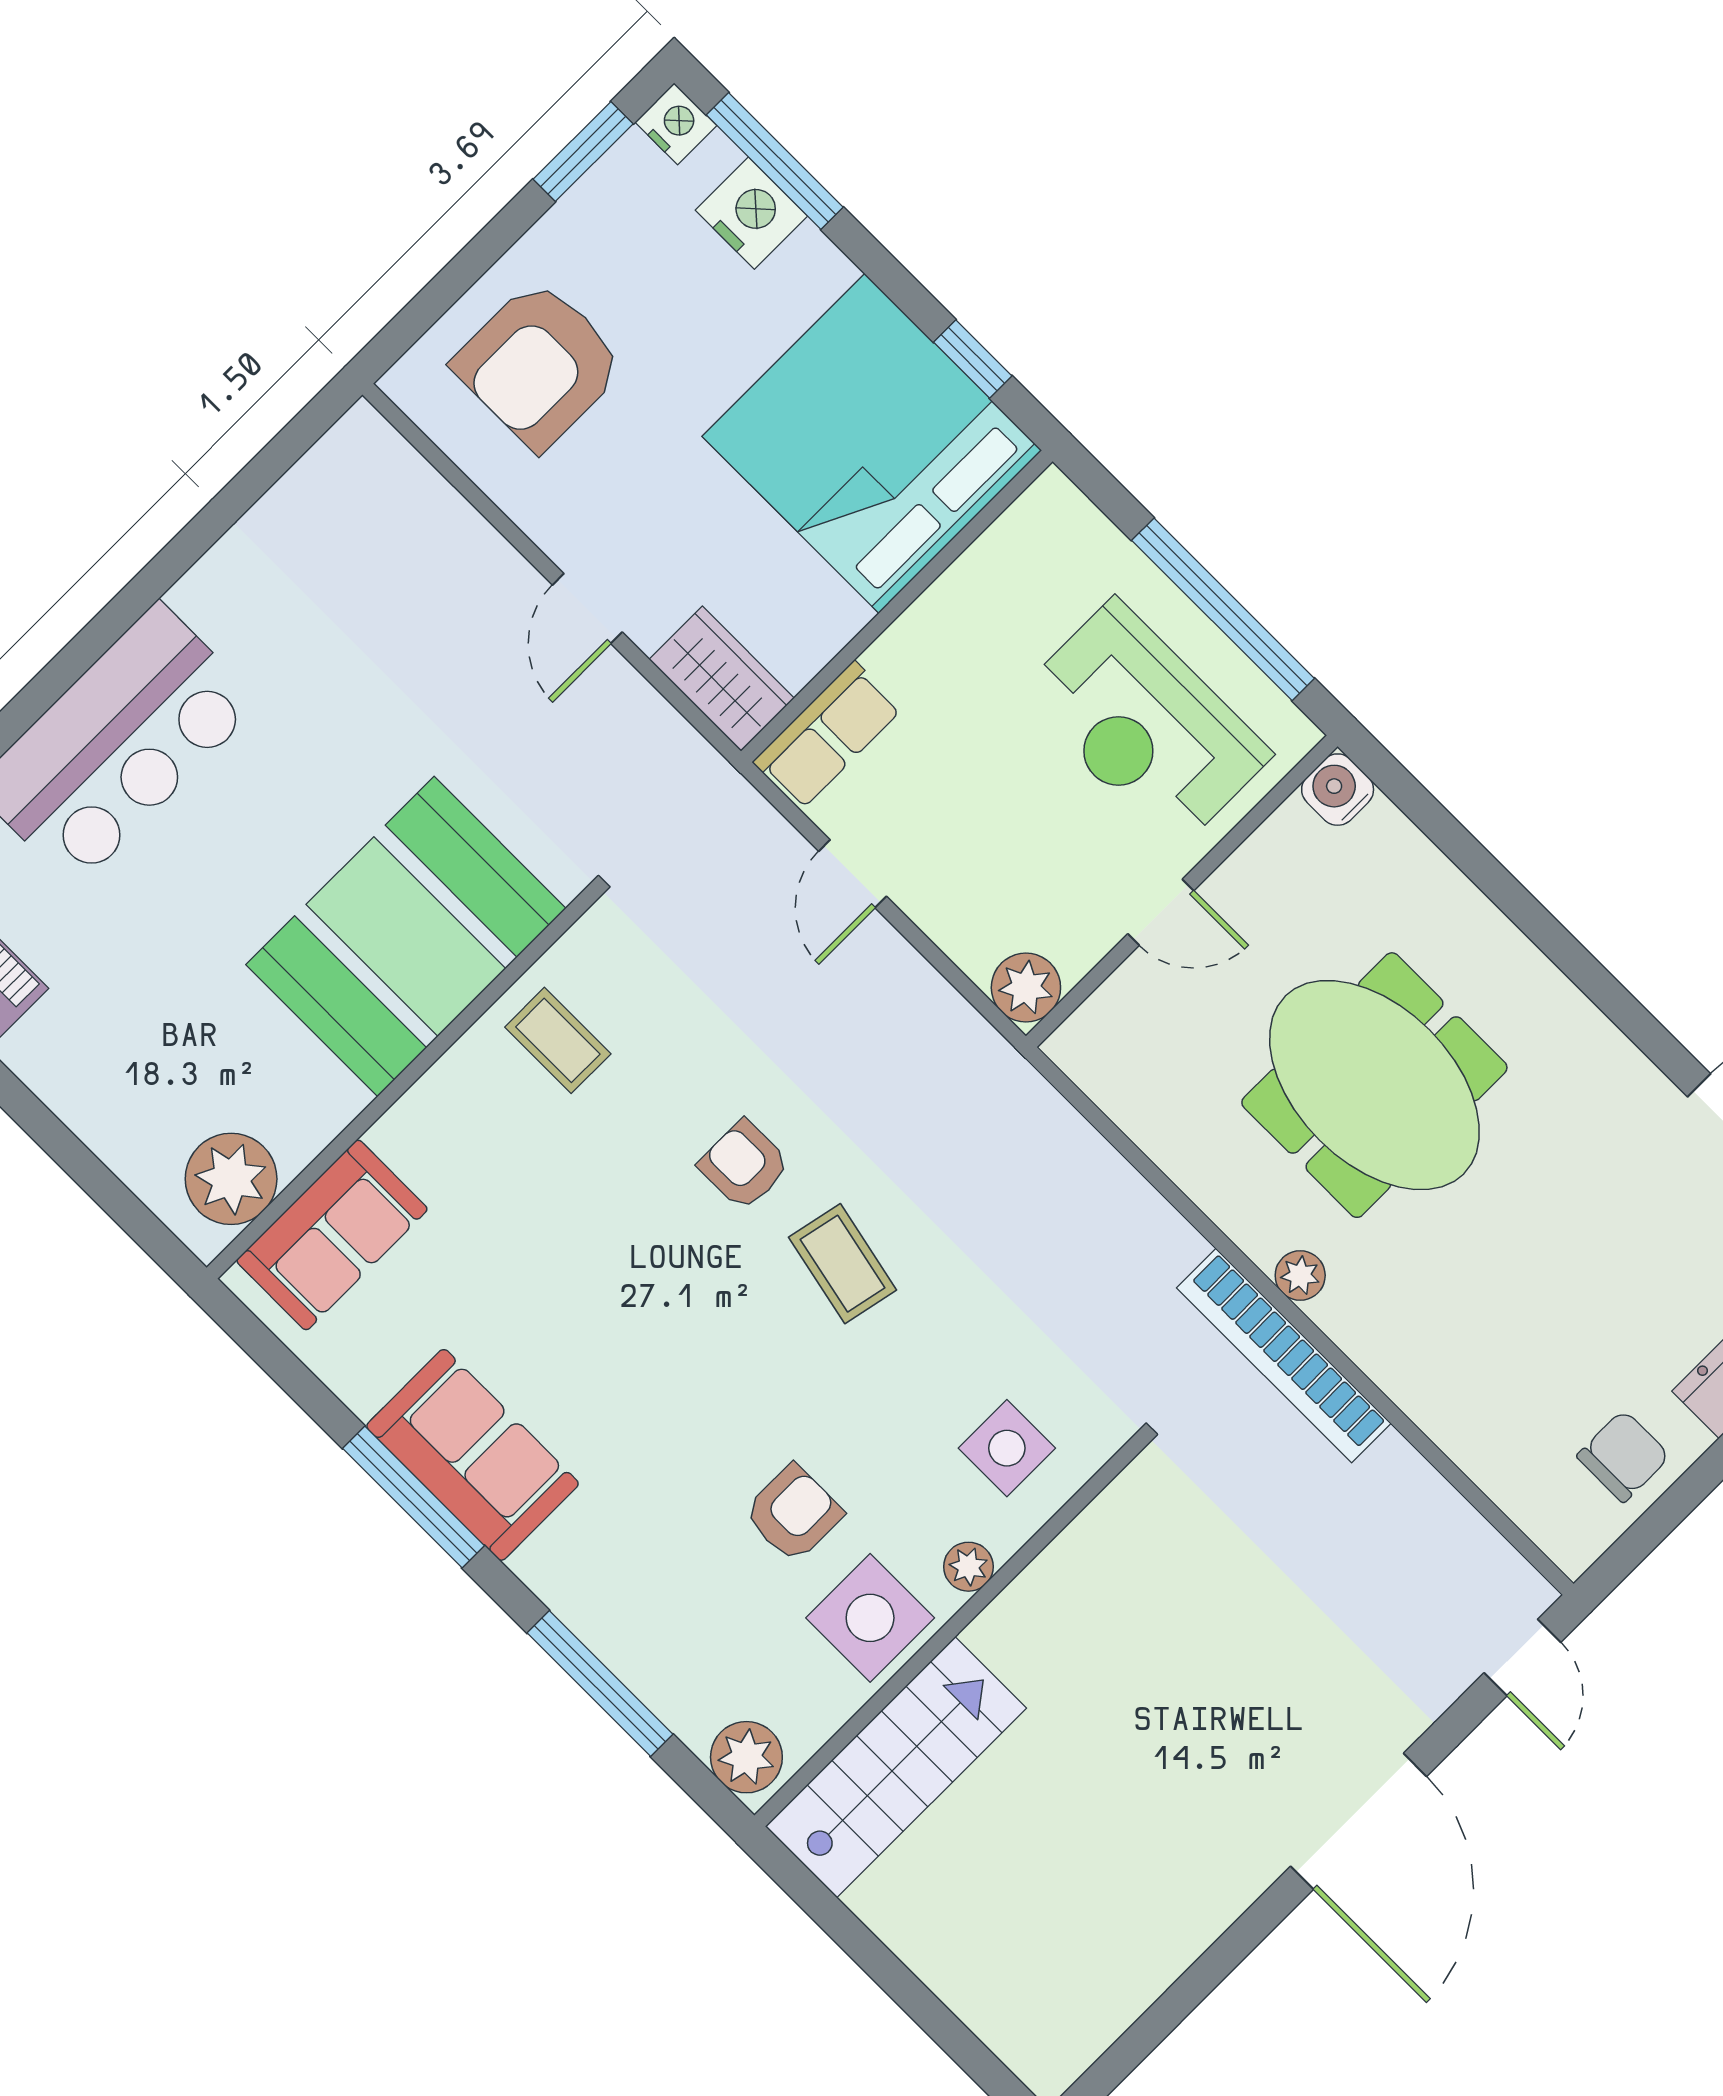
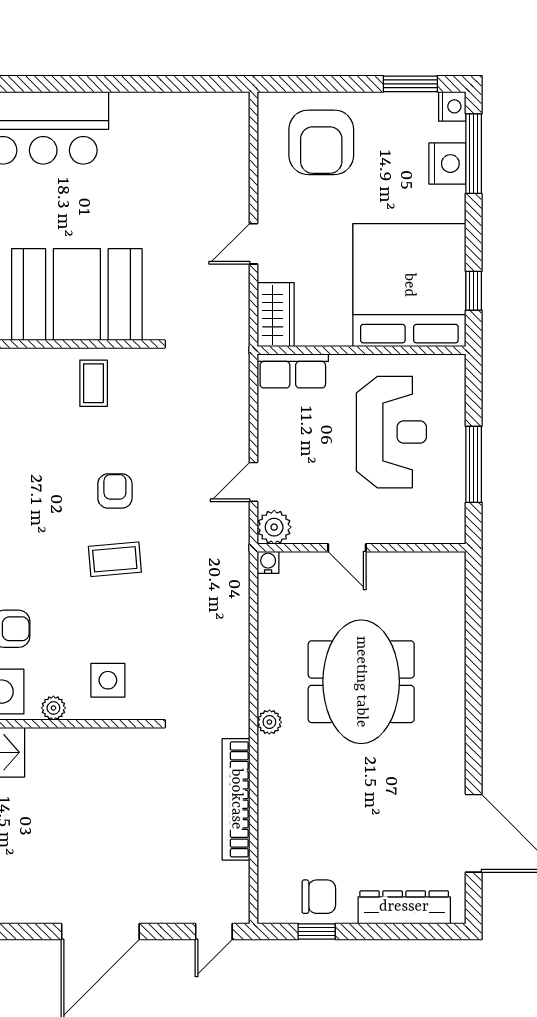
armchair: (539, 365) -> (321, 142), turned -90
window: (1223, 609) -> (474, 464), width x0.68
reception desk: (1145, 725) -> (391, 432), moved, turned 180
water cooler: (1338, 790) -> (268, 562), moved, width x0.72, depth x0.72
door: (853, 874) -> (253, 482), moved
coffee table: (843, 1264) -> (115, 559), turned 73
bookcase: (1284, 1356) -> (236, 799), moved
window: (1671, 1509) -> (317, 931), added

